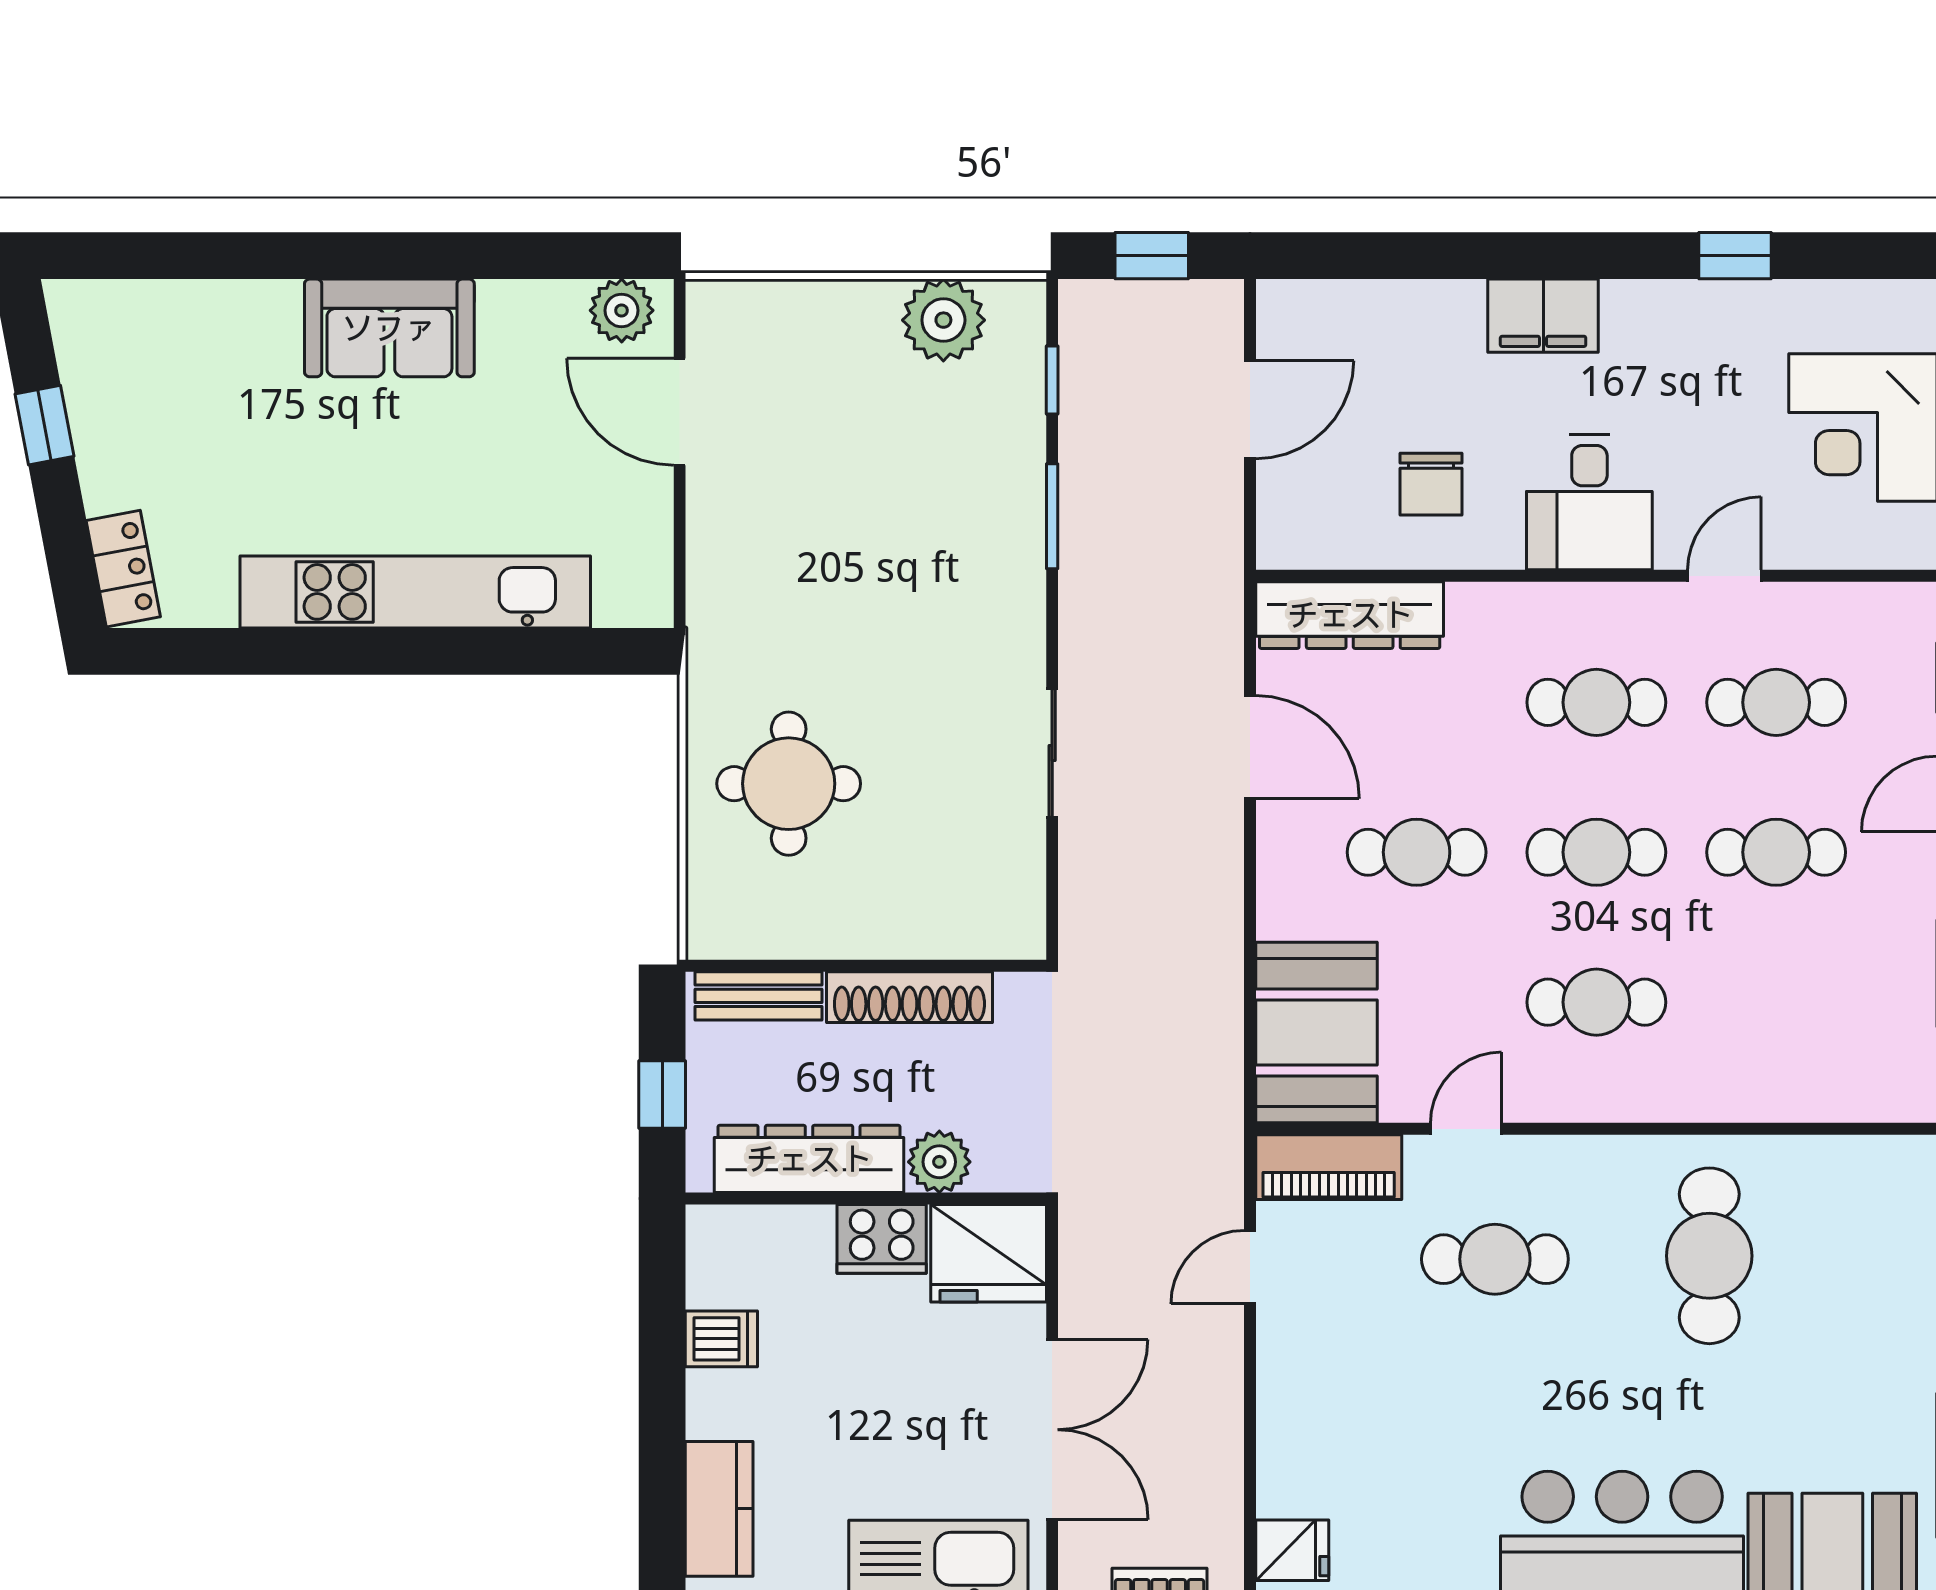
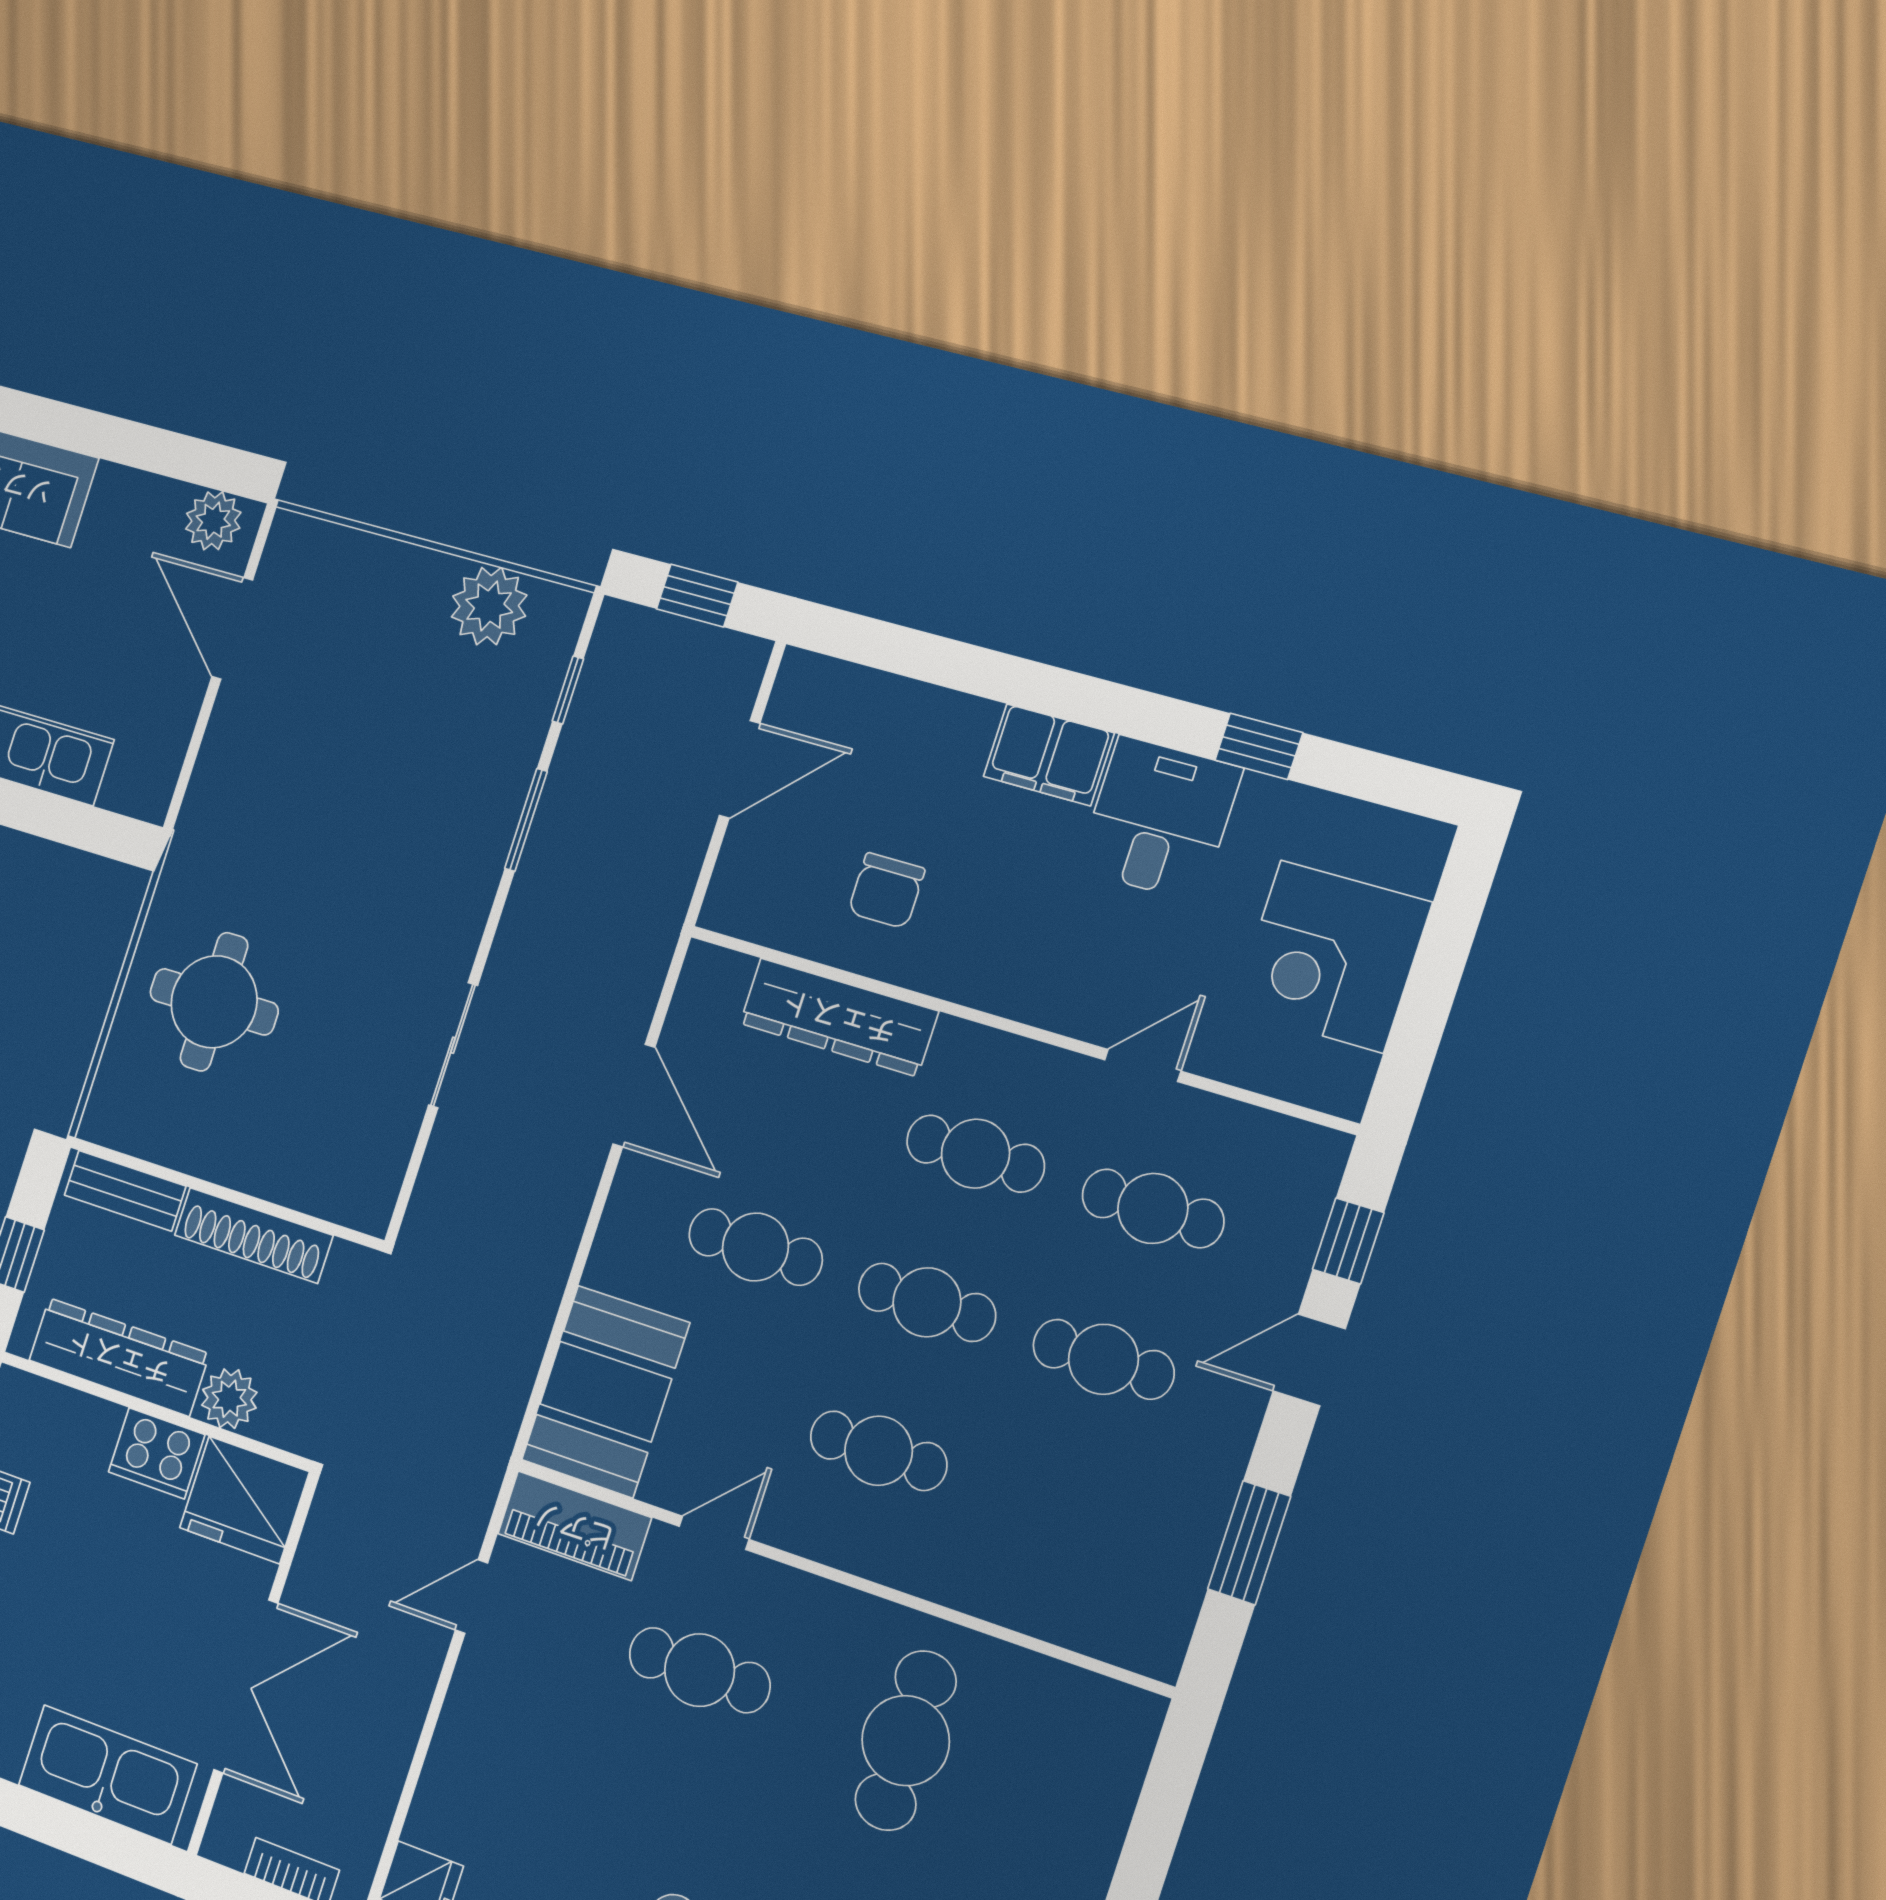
desk: (1589, 502) -> (1159, 819), moved, turned 180
dresser: (1350, 615) -> (839, 1017), moved

